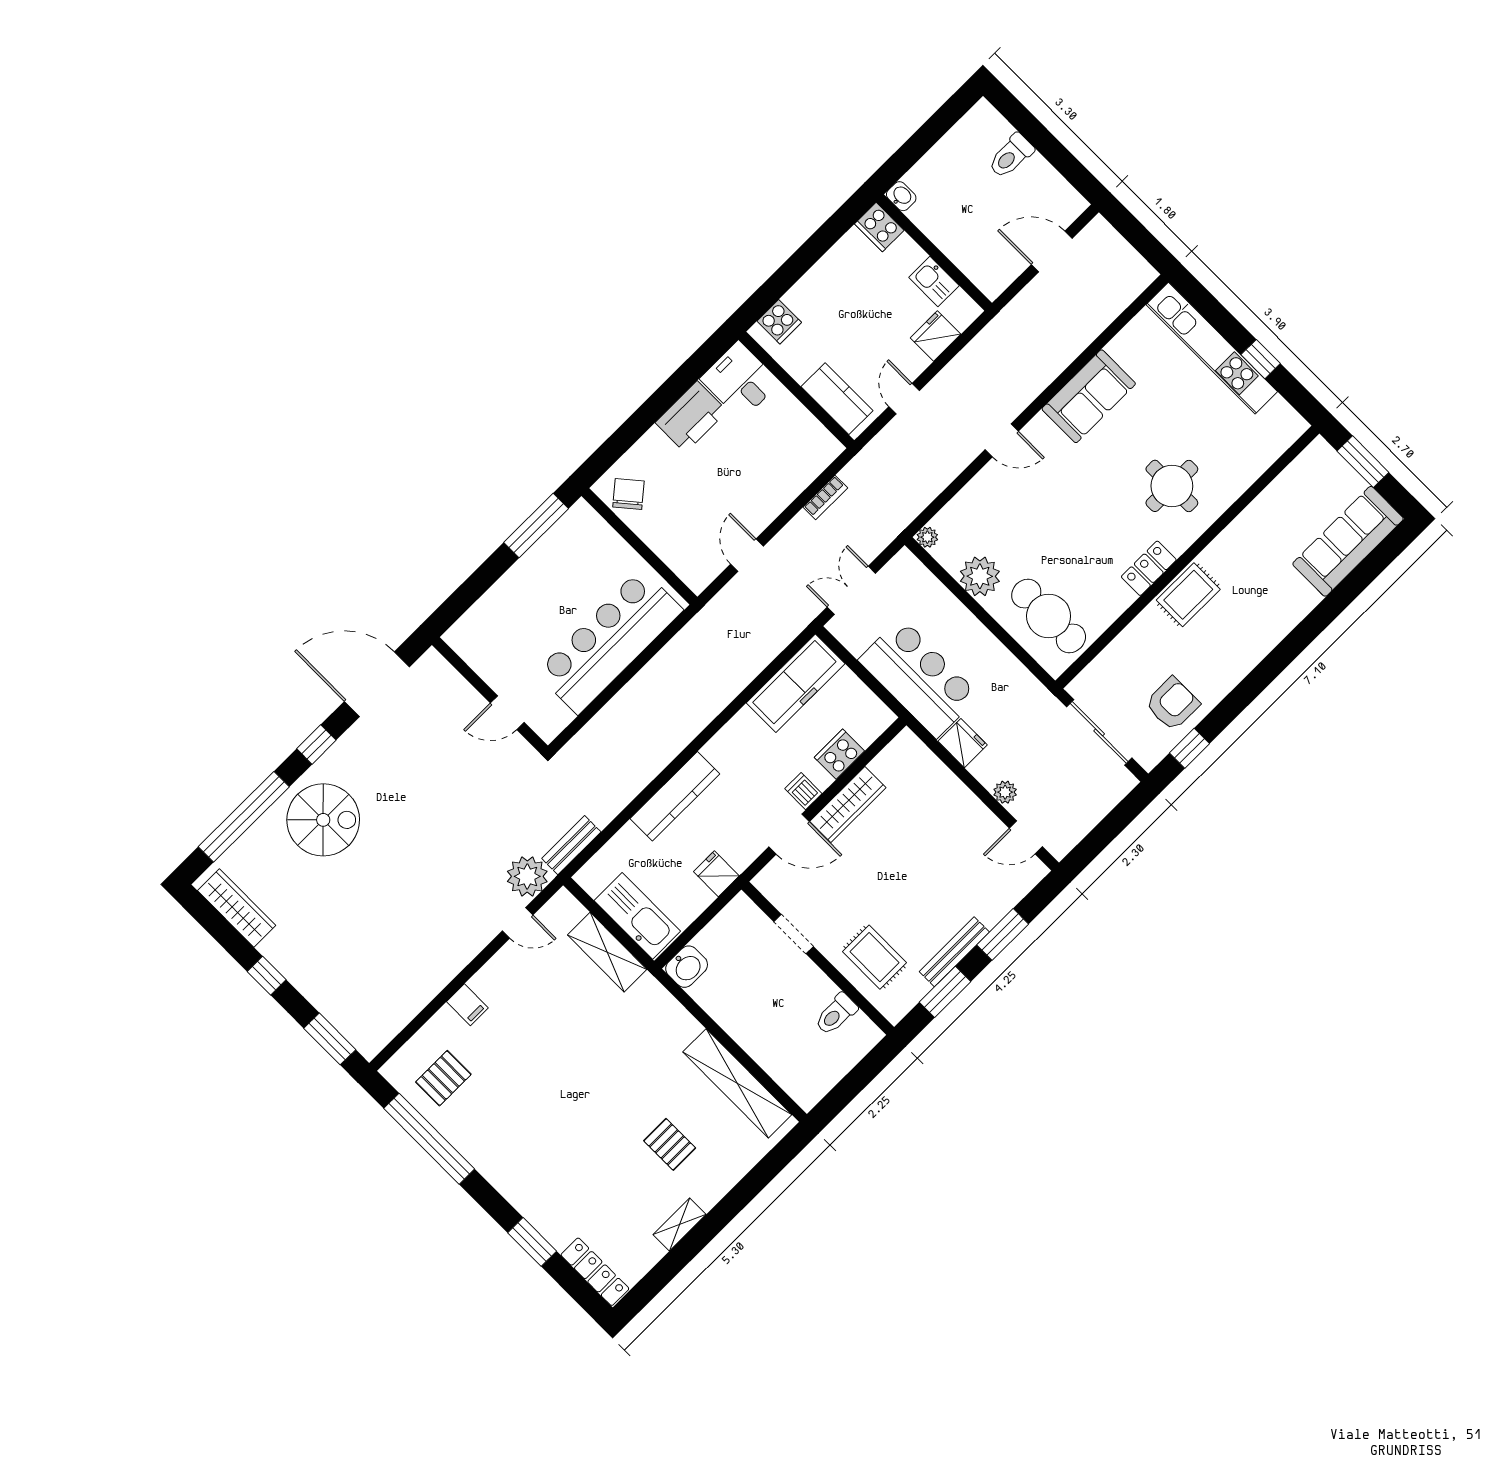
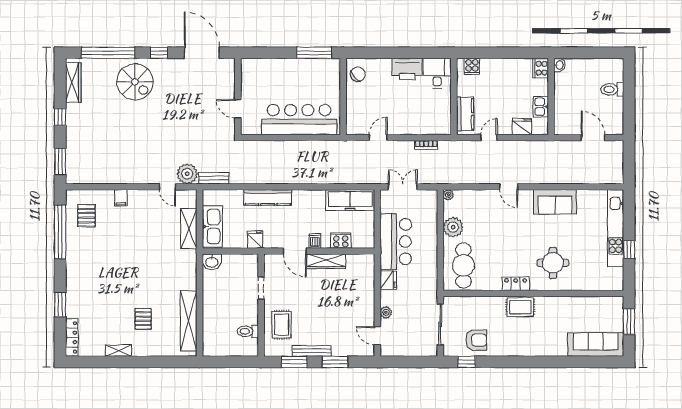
pallet: (443, 1078) -> (86, 216), turned 90

